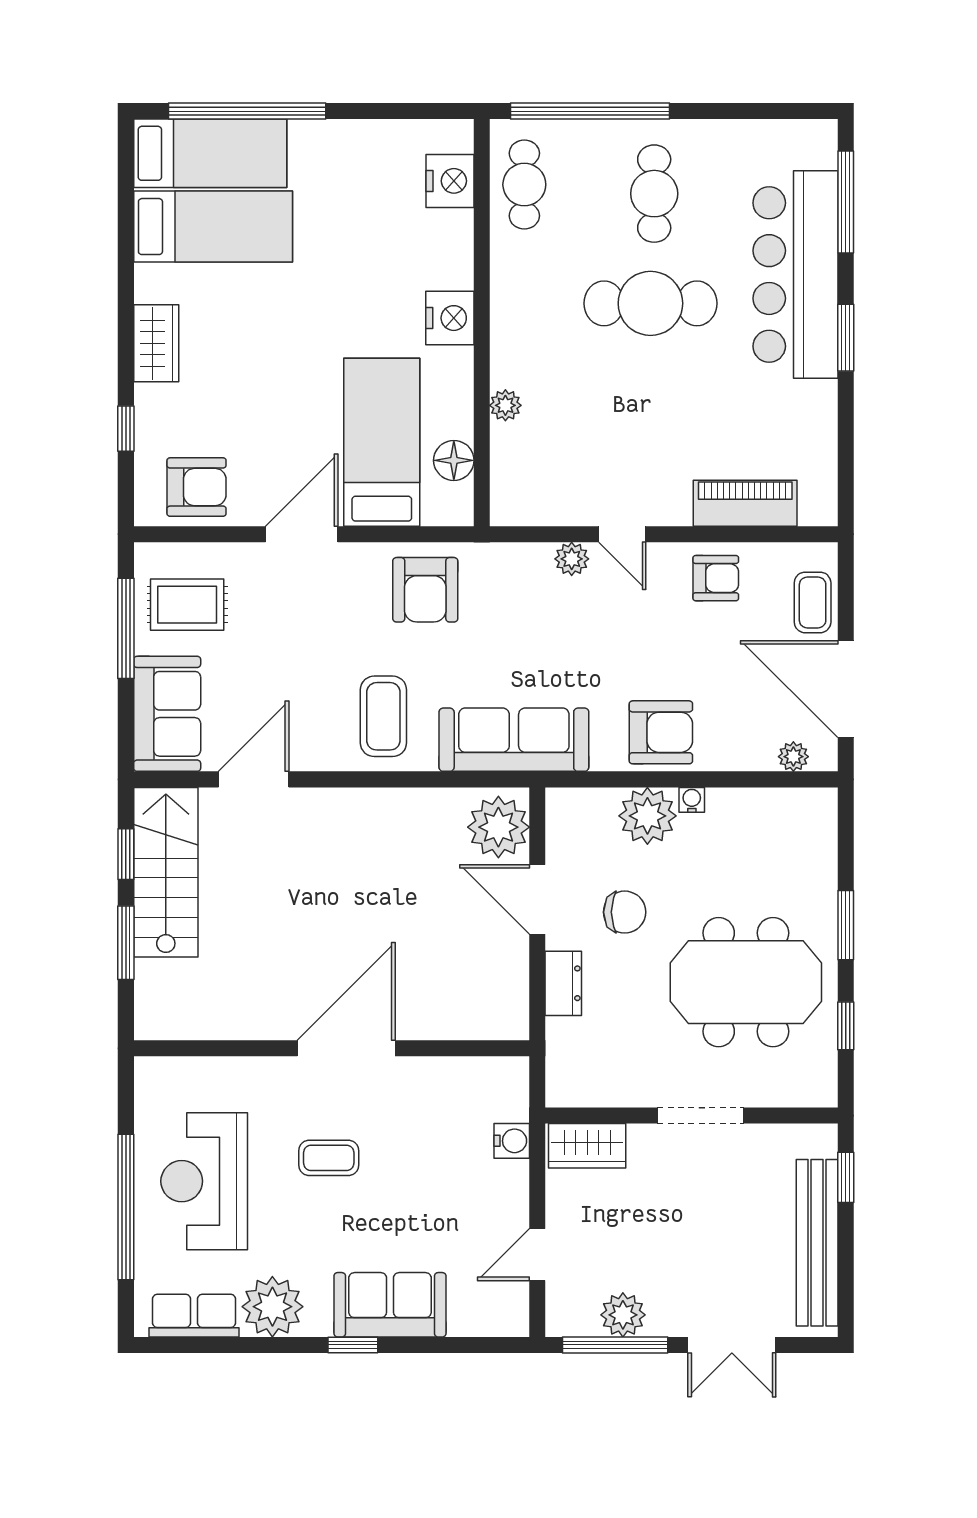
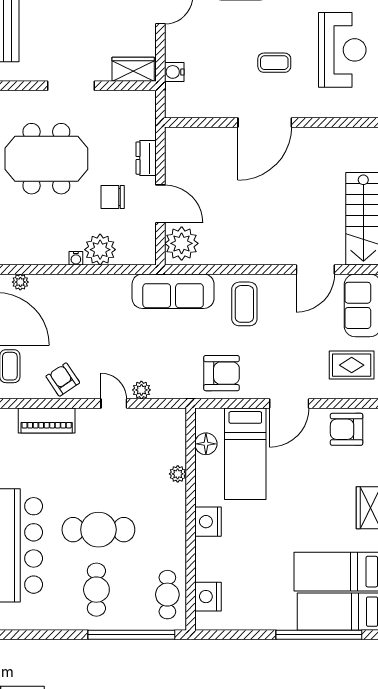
armchair: (716, 578) -> (63, 379), turned 56
armchair: (425, 590) -> (222, 373), turned 90
armchair: (661, 732) -> (93, 295), removed

